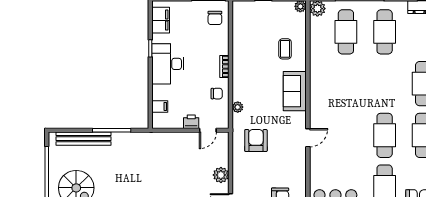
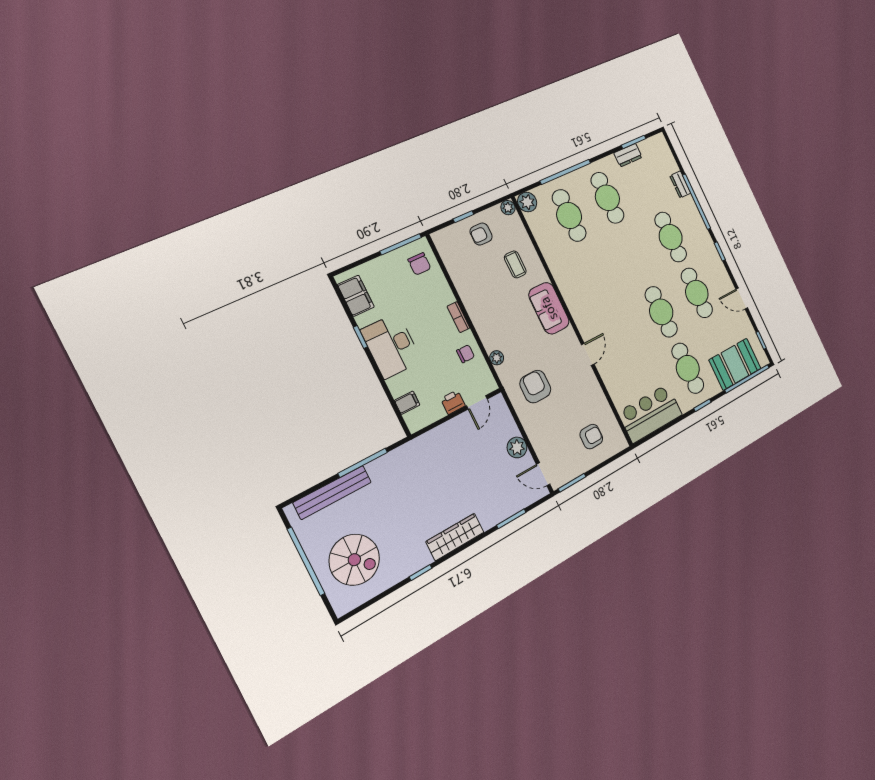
armchair: (270, 17) -> (481, 234), added

